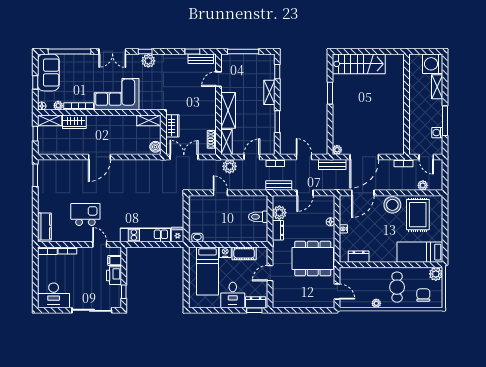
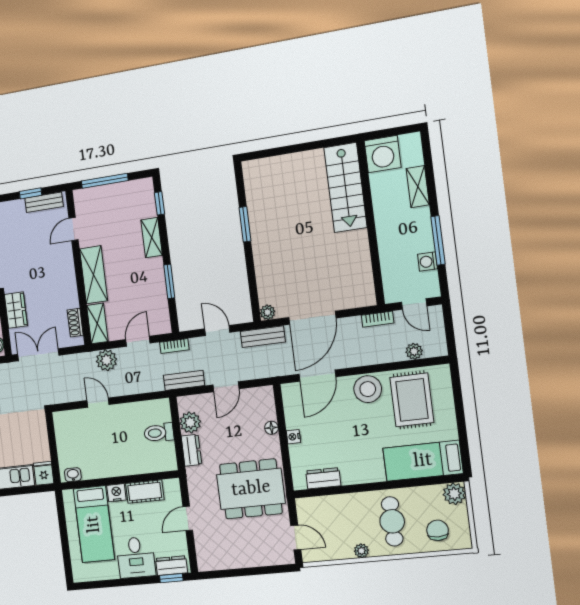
stairs: (359, 64) -> (345, 187), moved, turned 90
washing machine: (433, 64) -> (383, 154), moved, turned -90

